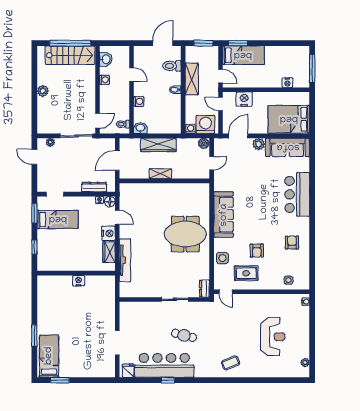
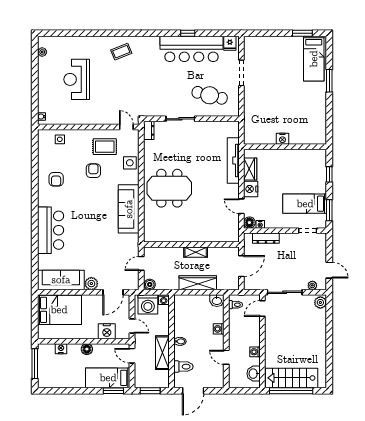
floor lamp: (263, 82) -> (87, 349), added
plant: (43, 91) -> (320, 303), moved
cafe table: (184, 335) -> (210, 95), moved, width x1.37, depth x1.35

